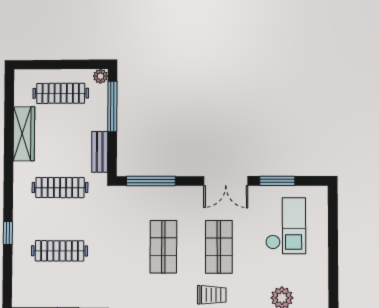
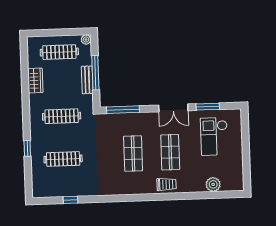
window: (112, 107) -> (95, 73), moved
wardrobe: (24, 134) -> (35, 81), width x0.67
bench: (100, 152) -> (87, 80), moved
checkout: (286, 226) -> (214, 136), turned 180

